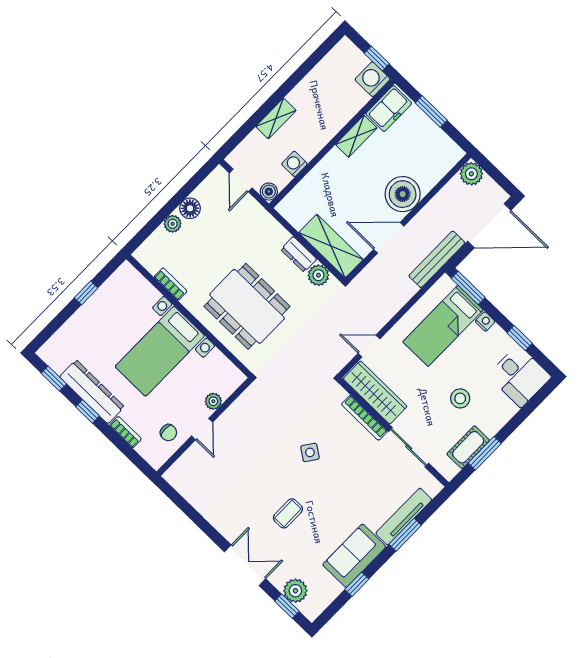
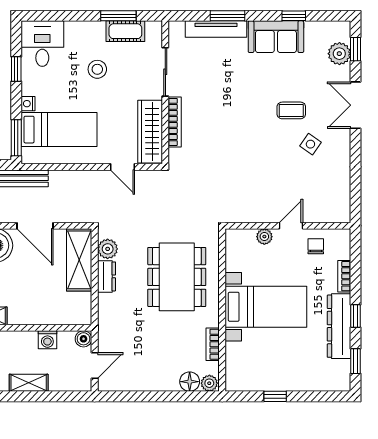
floor lamp: (190, 208) -> (190, 382), moved
plant: (173, 224) -> (209, 383), moved
side table: (310, 452) -> (310, 144), moved

